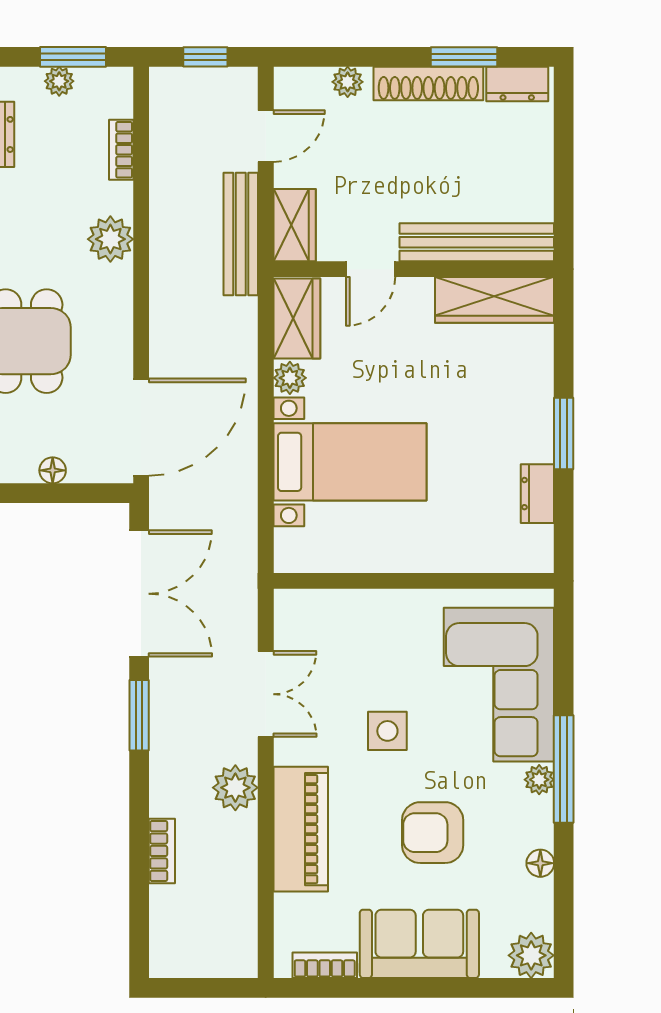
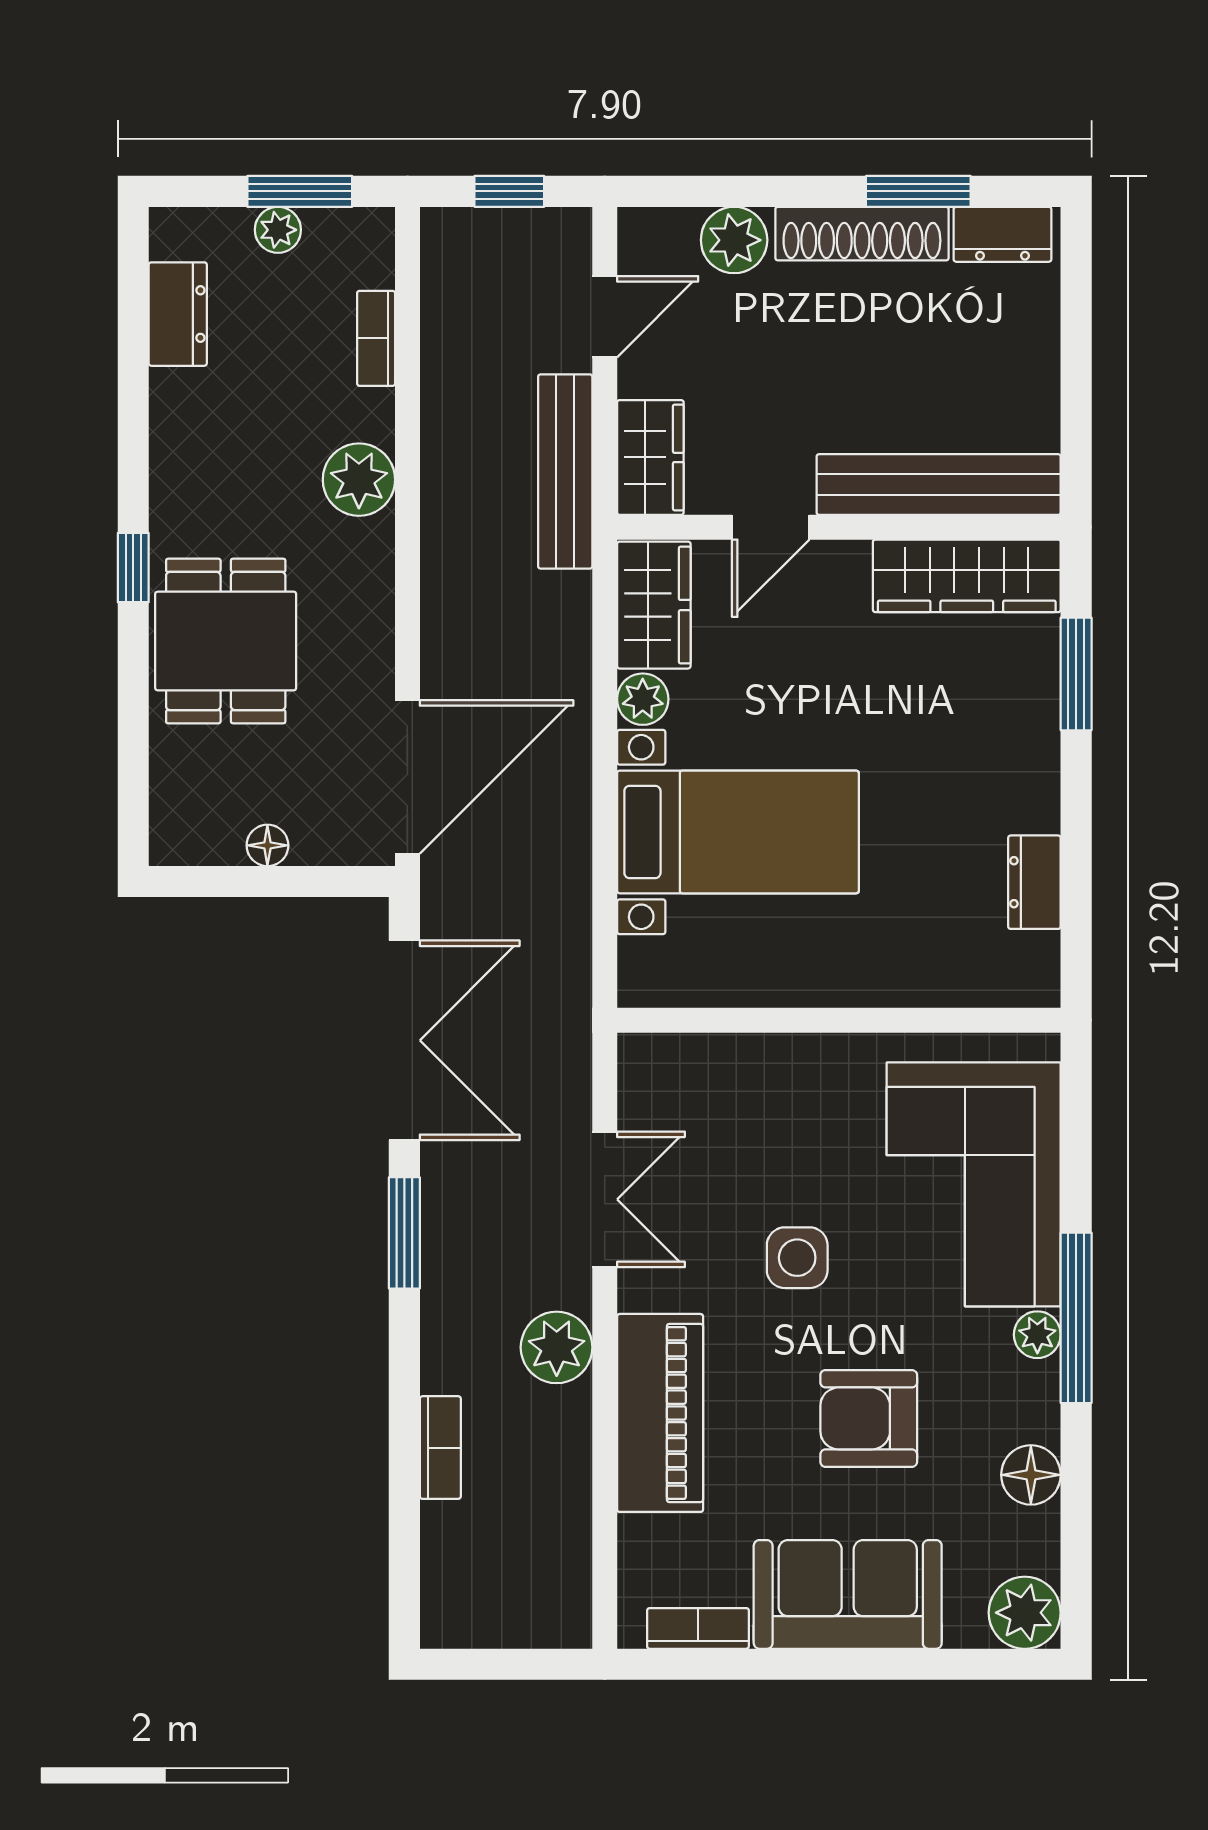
plant: (348, 82) -> (734, 240), width x1.38, depth x1.38
window: (564, 433) -> (1076, 674), moved
floor lamp: (540, 863) -> (1031, 1475), width x1.37, depth x1.37

